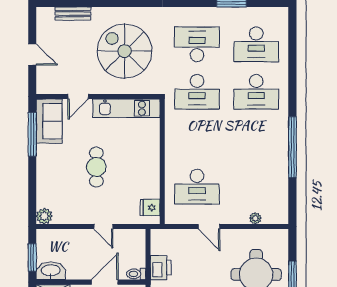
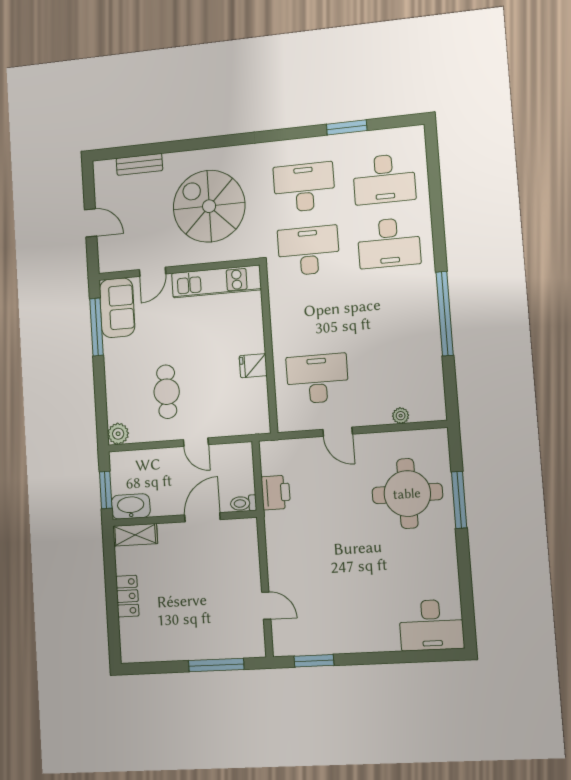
desk: (197, 92) -> (309, 251), turned 180
cafe table: (96, 167) -> (167, 392), moved
desk: (197, 187) -> (317, 379), turned 180
fridge: (150, 208) -> (253, 366), moved

